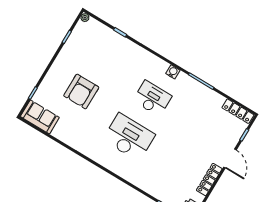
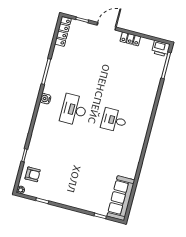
armchair: (81, 91) -> (33, 174), moved, width x0.53, depth x0.53
sofa: (40, 117) -> (121, 198), width x1.36
desk: (129, 137) -> (114, 120), width x0.53, depth x0.77
locker: (209, 180) -> (130, 39), width x0.66

